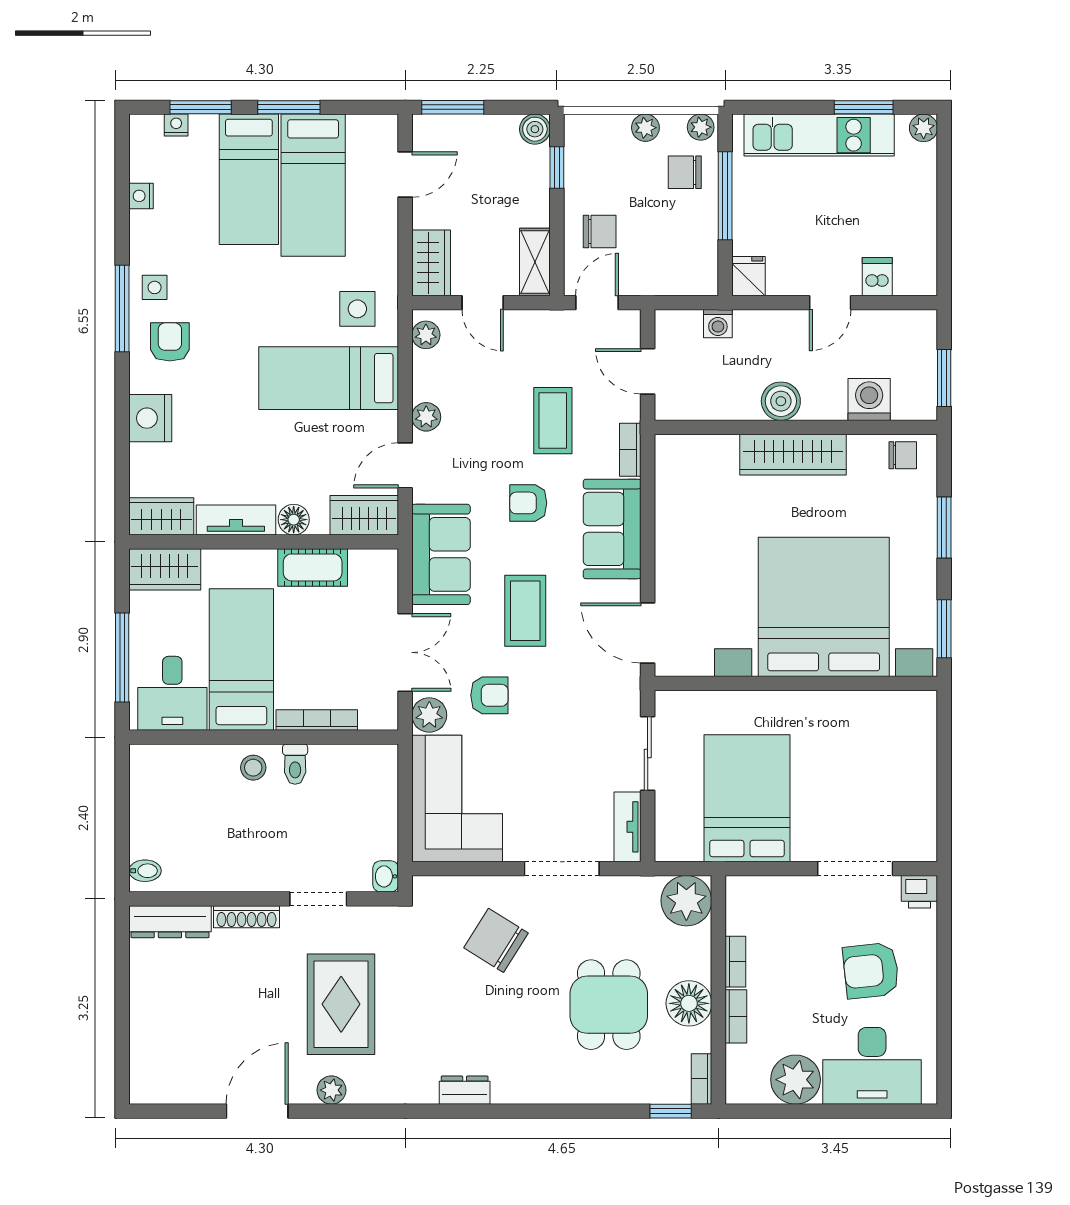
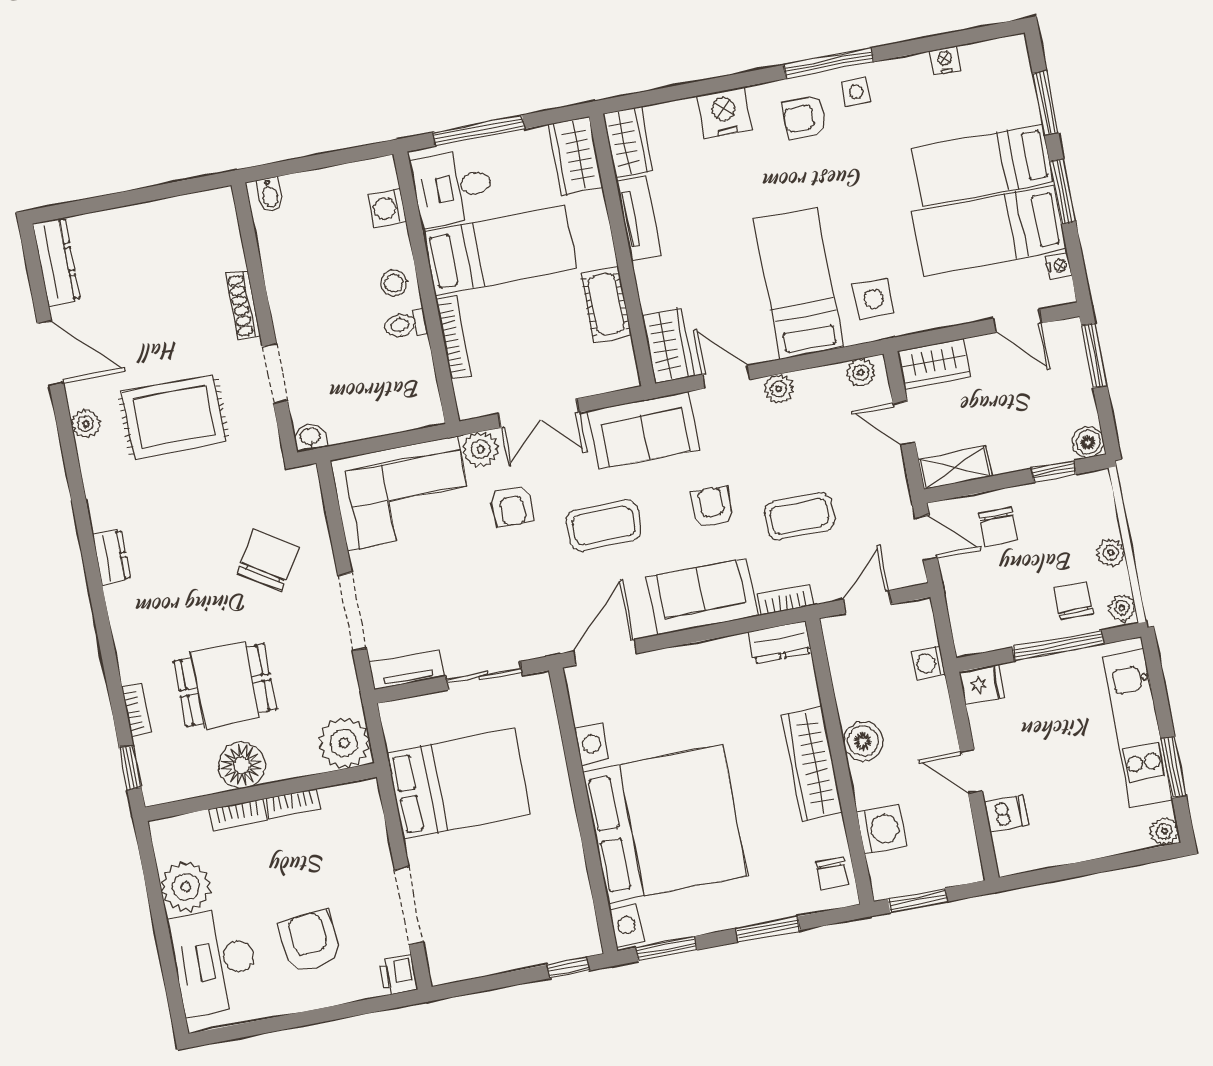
nightstand: (176, 125) -> (1058, 266), moved
door: (483, 303) -> (904, 423), hinge flipped
armchair: (170, 342) -> (804, 117), turned 180
dresser: (670, 463) -> (780, 642), added
floor lamp: (294, 520) -> (650, 276), removed
window: (944, 727) -> (568, 968), added
washing machine: (180, 760) -> (387, 208), added
dresser: (170, 922) -> (56, 262), moved, turned 180
bookcase: (702, 1079) -> (137, 710), moved, turned 90

